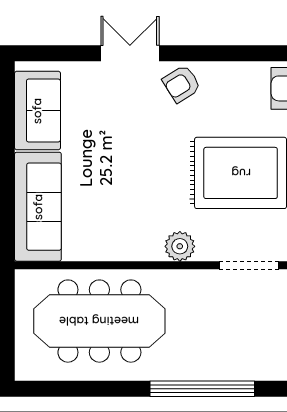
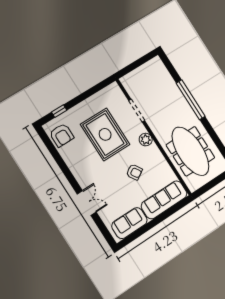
double door: (130, 53) -> (87, 203), swing flipped
armchair: (182, 84) -> (134, 172), moved

